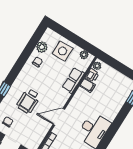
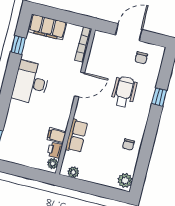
plant: (42, 47) -> (125, 180), moved
side table: (62, 51) -> (102, 168), removed

